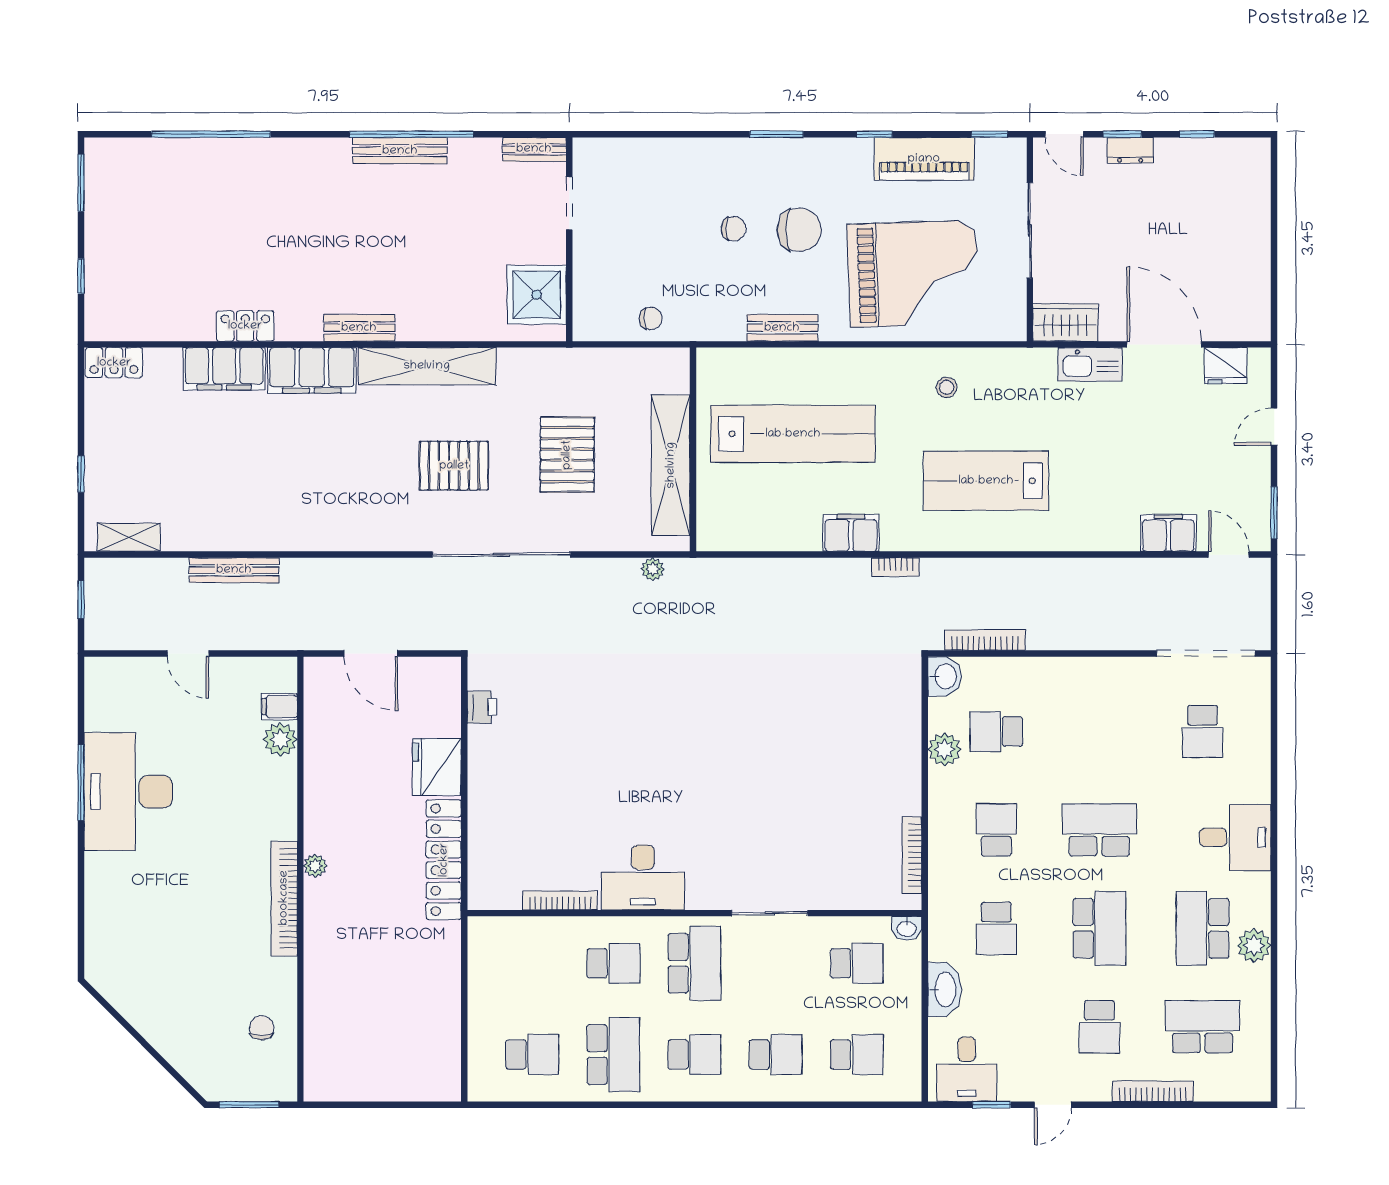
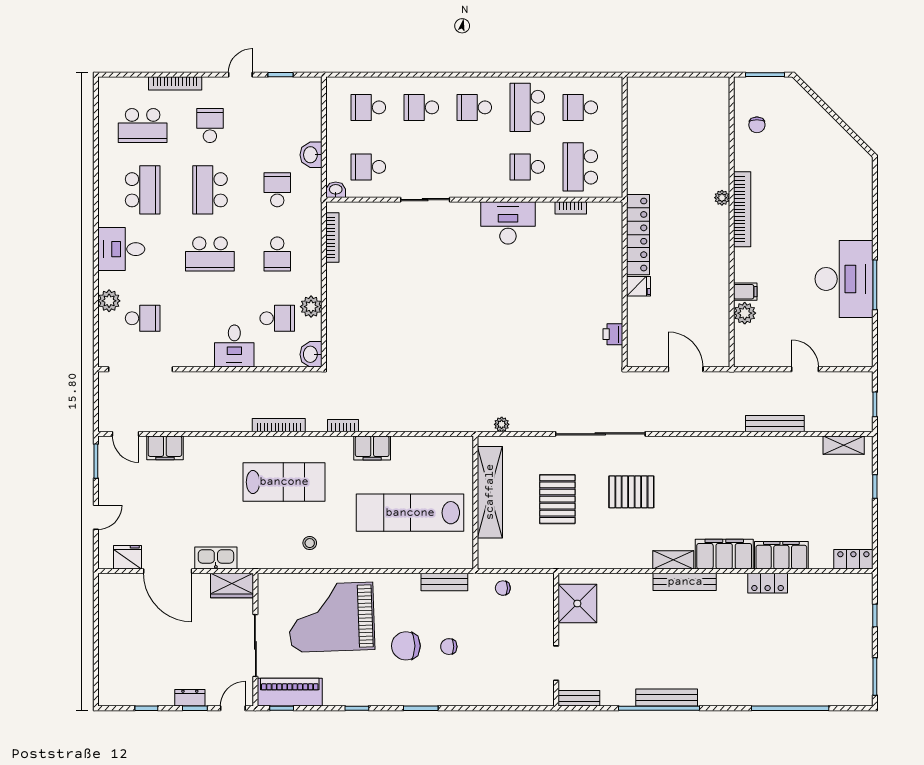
door: (1064, 134) -> (233, 708), hinge flipped
piano: (924, 159) -> (290, 692), moved
bench: (359, 328) -> (685, 582), width x1.36
bench: (782, 328) -> (444, 582), moved
shelving: (427, 366) -> (673, 560), width x0.45, depth x0.75
bookcase: (985, 640) -> (279, 425), moved, turned 180
filing cabinet: (279, 707) -> (745, 292), moved
school desk: (1202, 732) -> (143, 318), turned 90
fridge: (437, 767) -> (639, 286), width x0.53, depth x0.75
plant: (315, 866) -> (722, 198), moved
bookcase: (560, 900) -> (571, 208), width x0.64
plant: (1254, 946) -> (109, 301), moved
school desk: (694, 963) -> (580, 167), moved
washbasin: (944, 990) -> (311, 155), width x0.72
desk: (967, 1069) -> (234, 346), moved, turned 180

